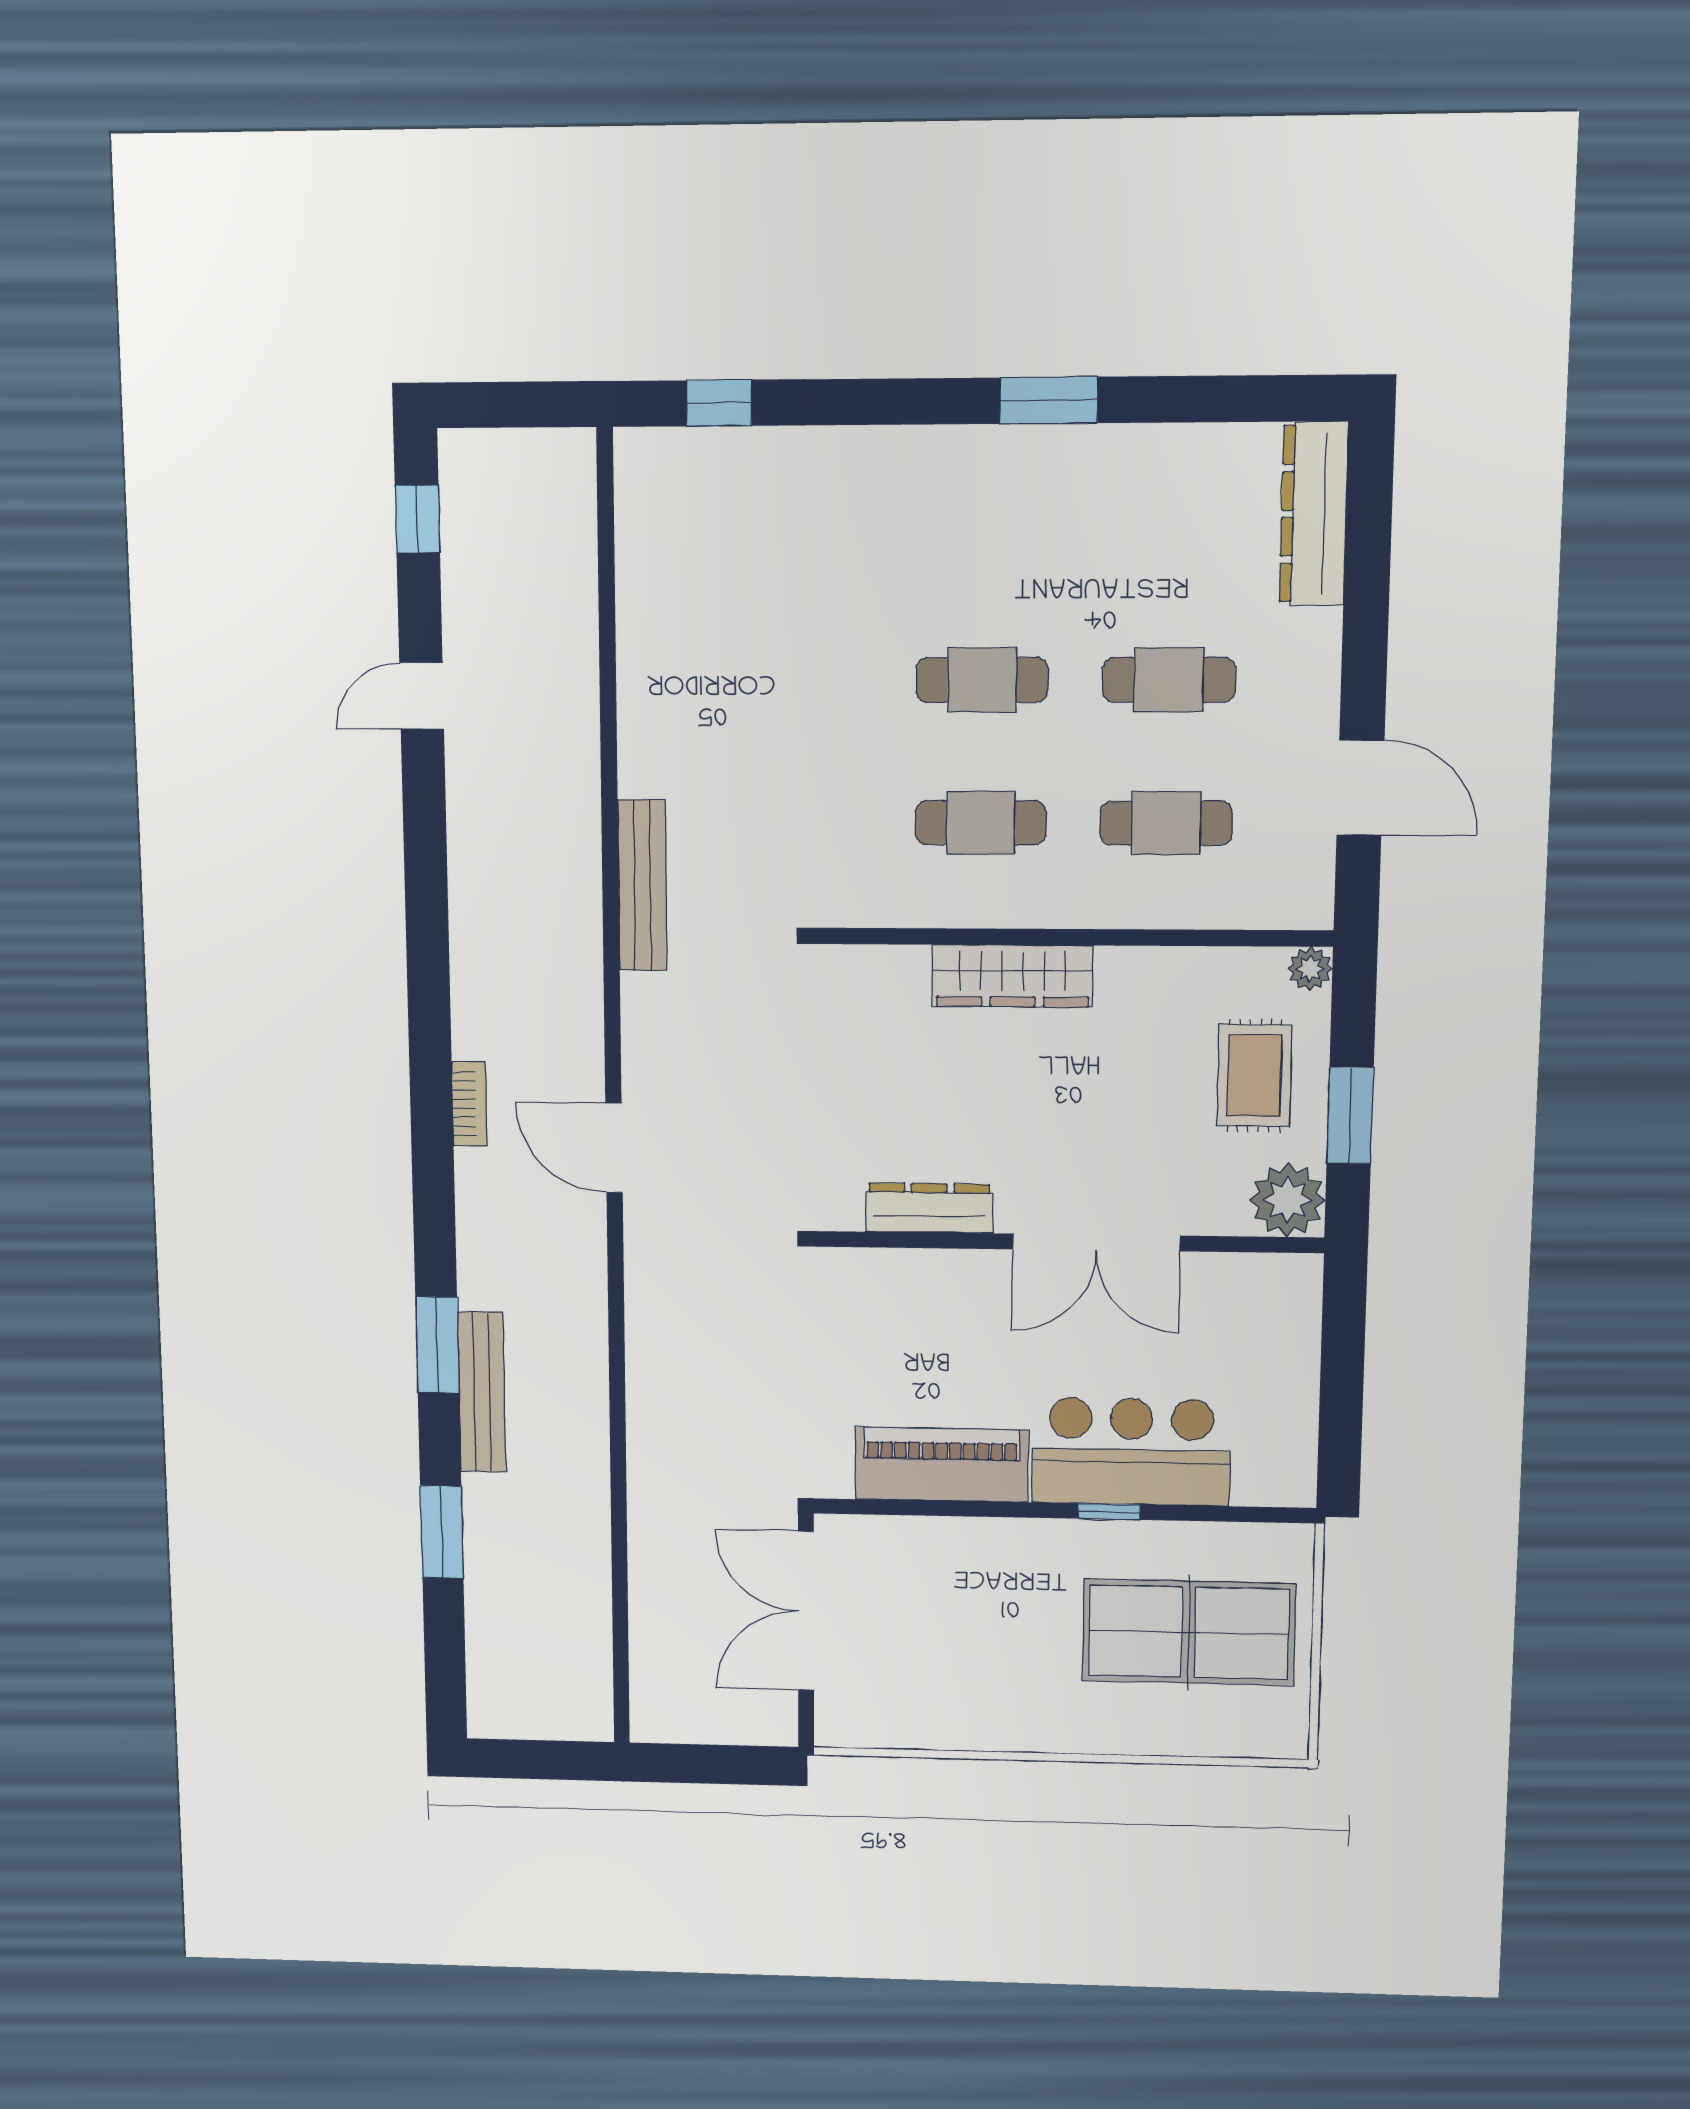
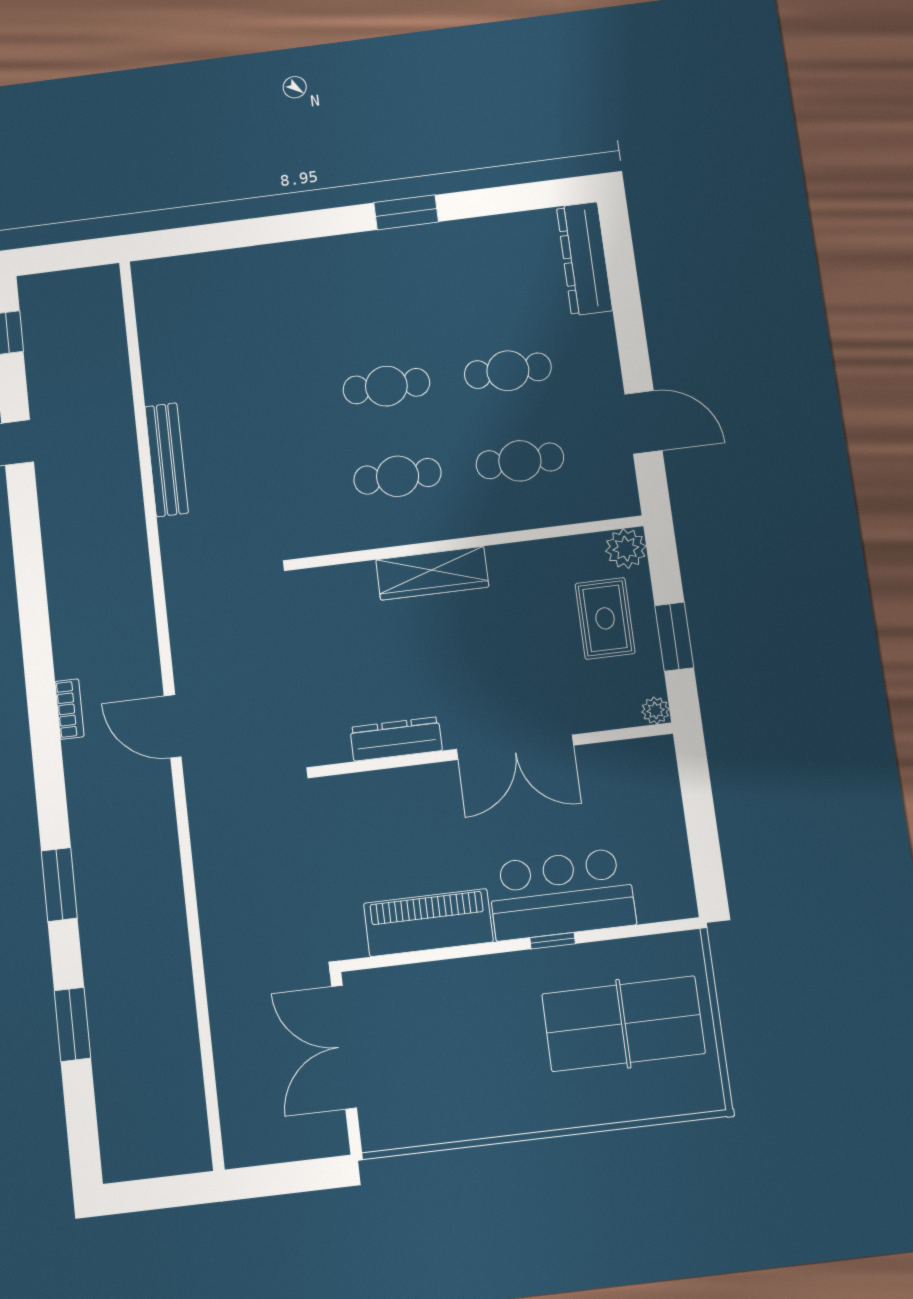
window: (719, 403) -> (197, 239), removed
bench: (642, 885) -> (167, 460), moved
plant: (1310, 969) -> (626, 549), width x1.38, depth x1.38
plant: (1287, 1200) -> (655, 710), width x0.53, depth x0.53
bench: (482, 1392) -> (94, 915), removed

